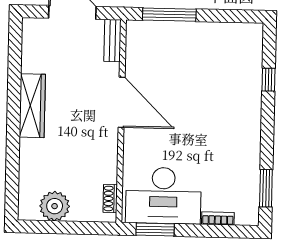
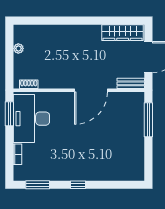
window: (268, 80) -> (78, 185), moved
wardrobe: (32, 106) -> (123, 33), moved
plant: (55, 206) -> (18, 48), width x0.53, depth x0.53

